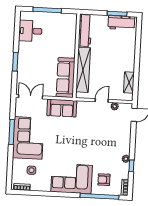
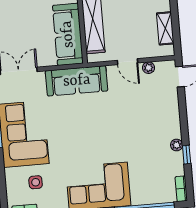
door: (102, 101) -> (128, 62), swing flipped
sofa: (62, 108) -> (77, 81), width x1.36
armchair: (104, 180) -> (148, 181), removed

